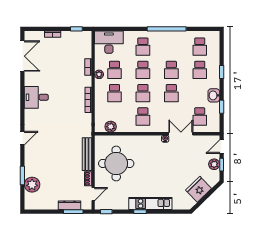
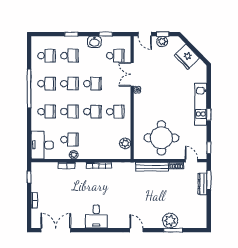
school desk: (115, 93) -> (46, 84), moved
plant: (32, 185) -> (170, 221), moved

